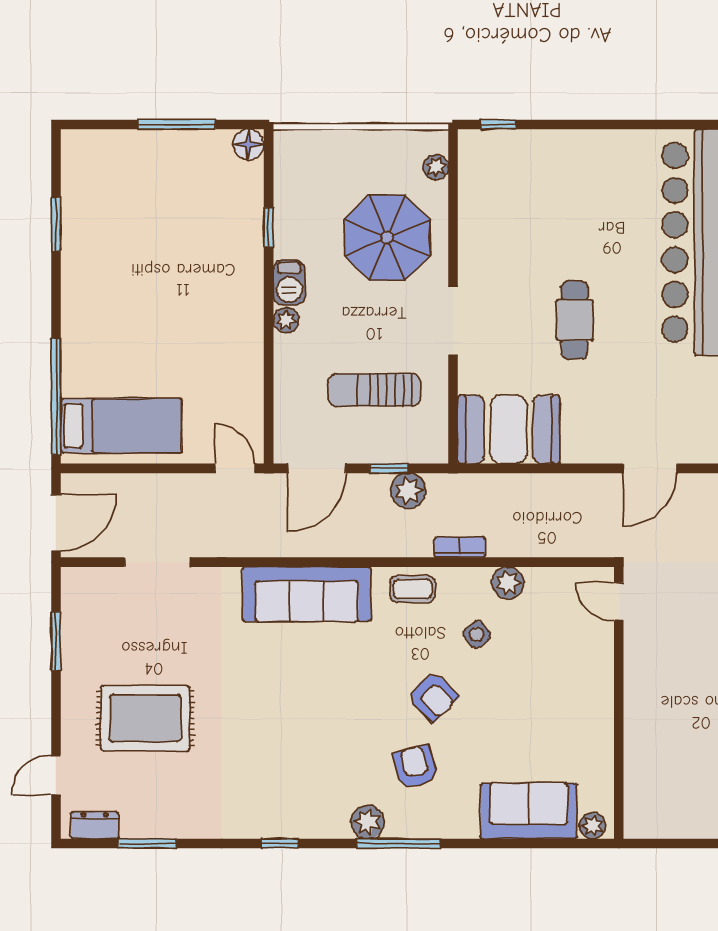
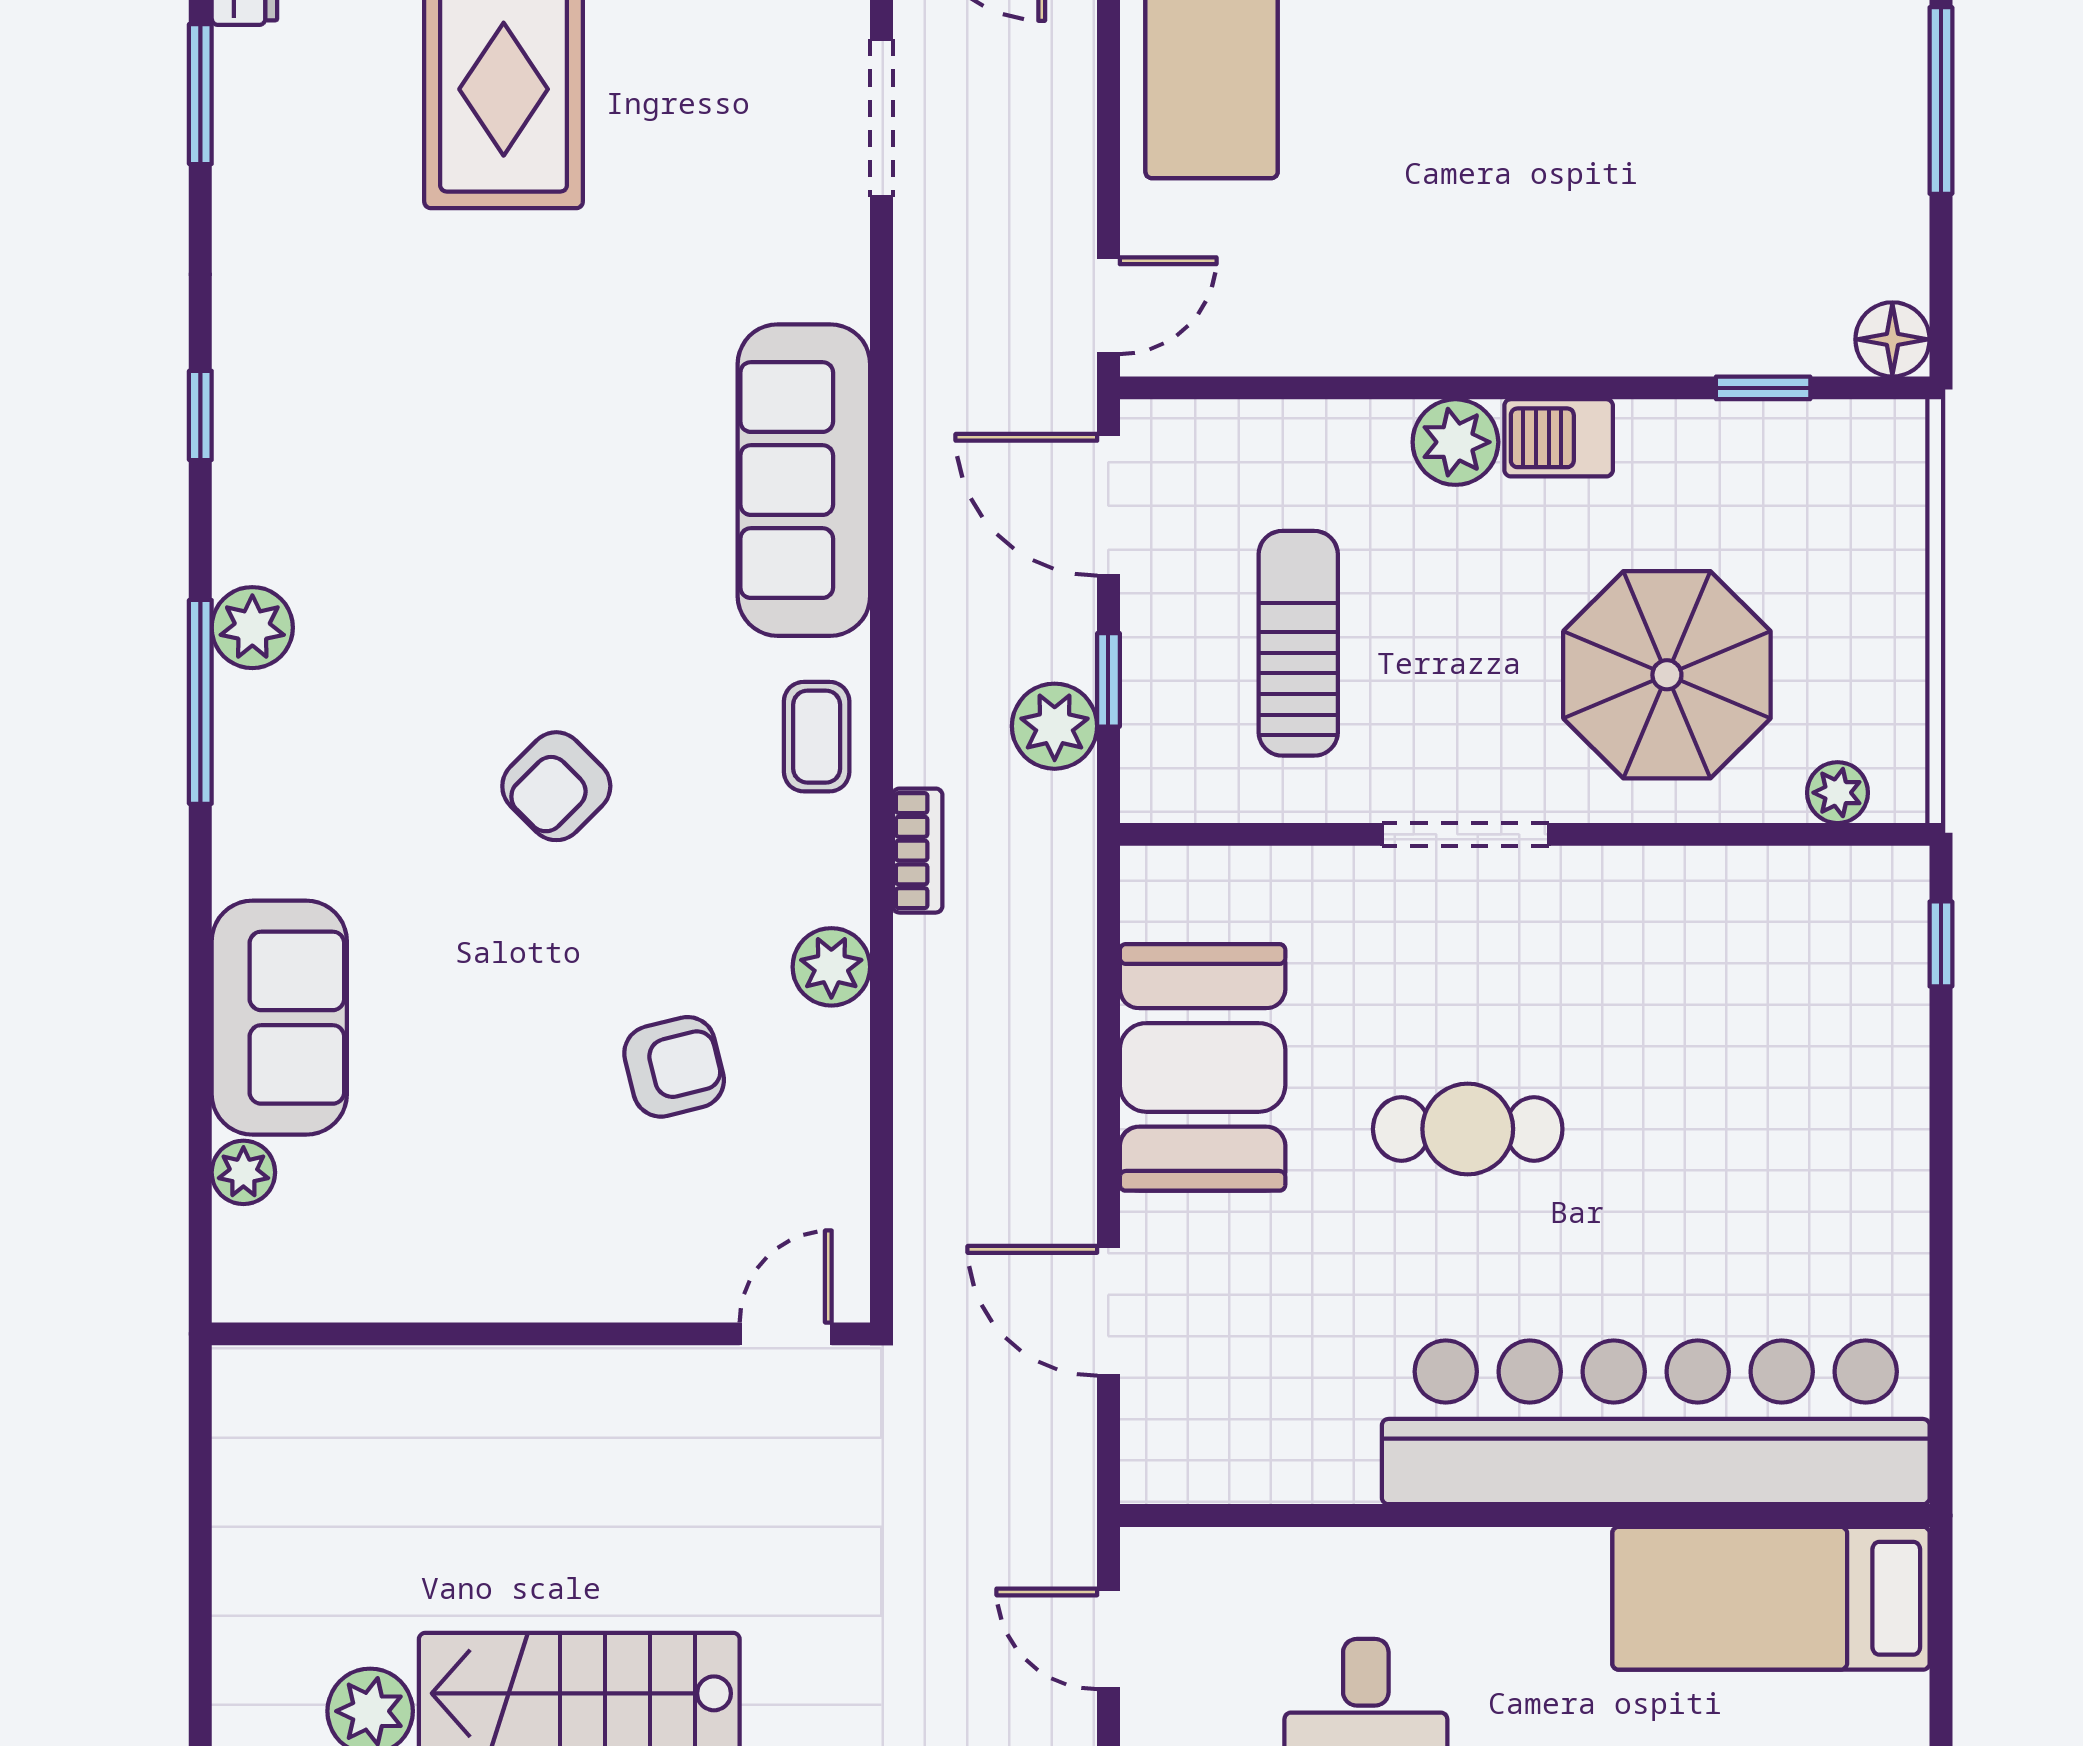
window: (177, 124) -> (1941, 101), moved
window: (269, 227) -> (1763, 388), moved
plant: (286, 320) -> (1455, 442), width x1.38, depth x1.38
booth: (509, 429) -> (1203, 1067), moved
door: (619, 602) -> (786, 1334), moved
side table: (477, 634) -> (706, 892), removed
wall: (619, 703) -> (541, 1334), moved
armchair: (415, 767) -> (674, 1067), moved

